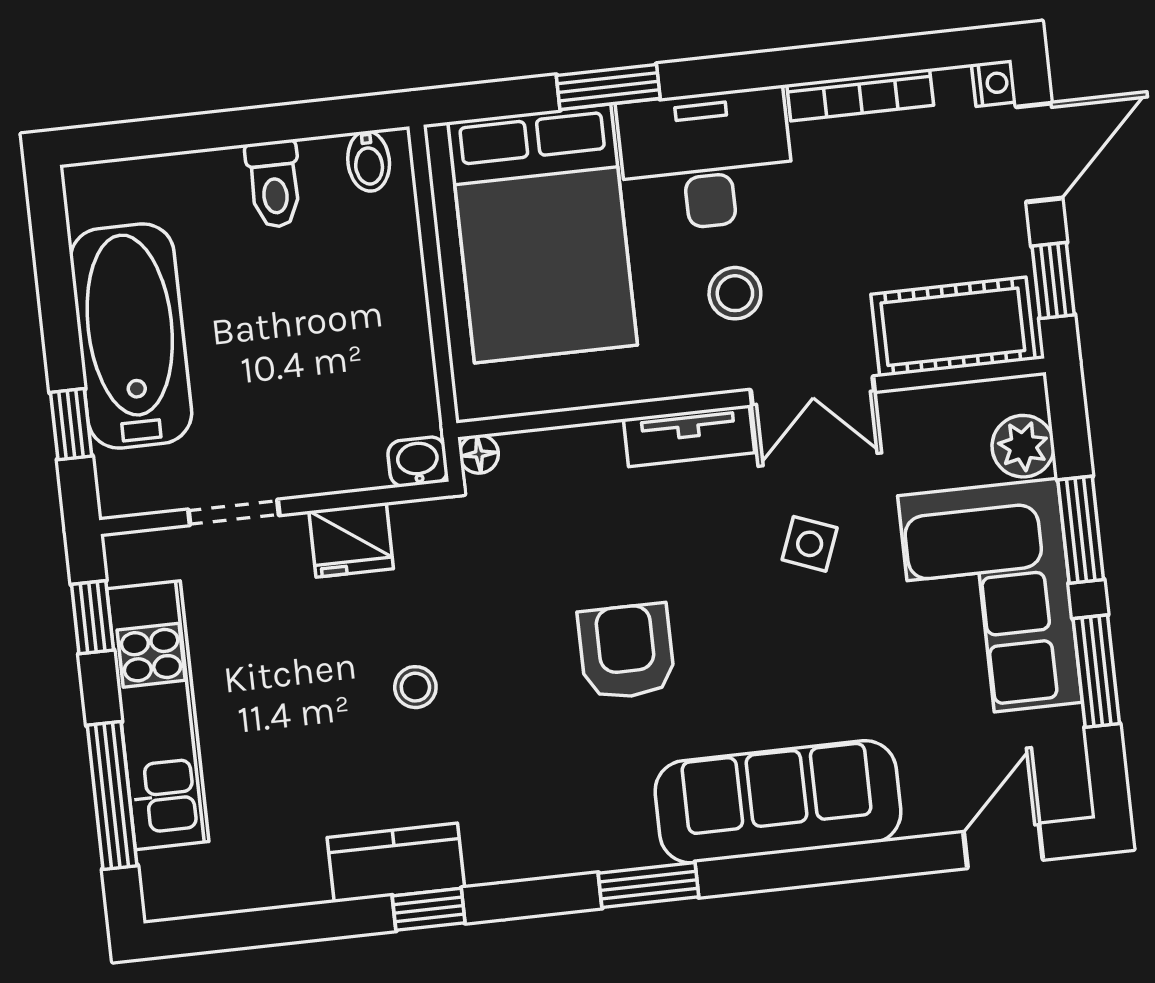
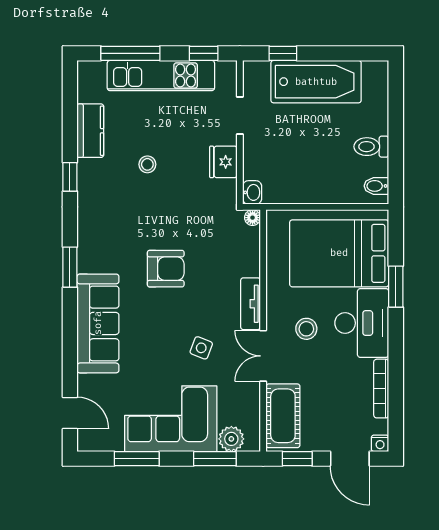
window: (1081, 530) -> (215, 459), moved
stool: (415, 687) -> (147, 164), moved
kitchen counter: (396, 863) -> (90, 131), moved

